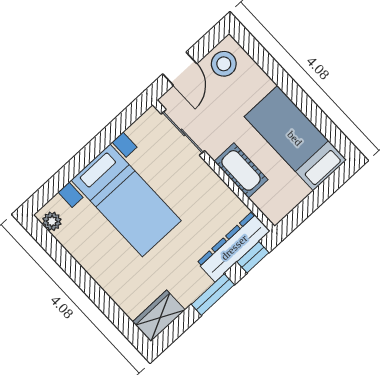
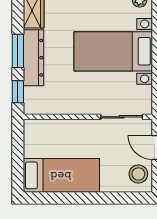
cot: (241, 170) -> (71, 129), removed
dresser: (234, 247) -> (33, 58), moved

